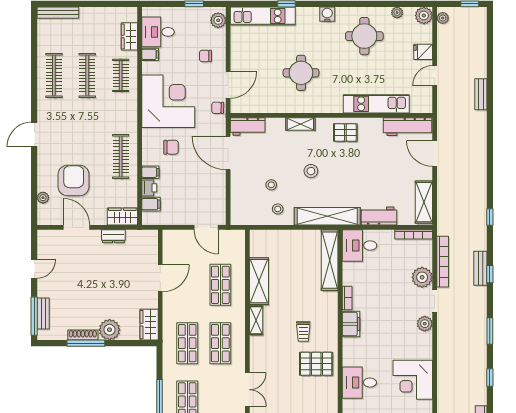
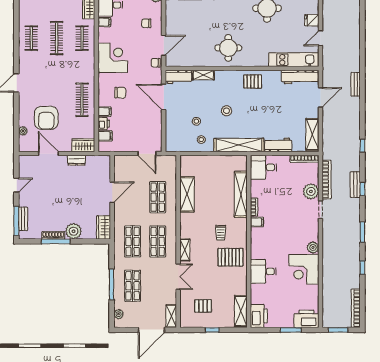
round table: (301, 73) -> (228, 48), moved
clothes rail: (54, 75) -> (31, 38), width x0.73
bench: (481, 94) -> (356, 84), moved
corner desk: (168, 101) -> (113, 58), width x0.74, depth x0.74
kitchen unit: (376, 104) -> (294, 60), moved
shelving: (300, 124) -> (203, 75), moved
door: (435, 154) -> (320, 97), swing flipped
armchair: (74, 180) -> (46, 118), turned 180
shelving: (330, 260) -> (241, 194), moved
shelving: (256, 320) -> (185, 250), moved
filing cabinet: (351, 324) -> (257, 222), width x0.50
plant: (425, 324) -> (313, 248), moved

